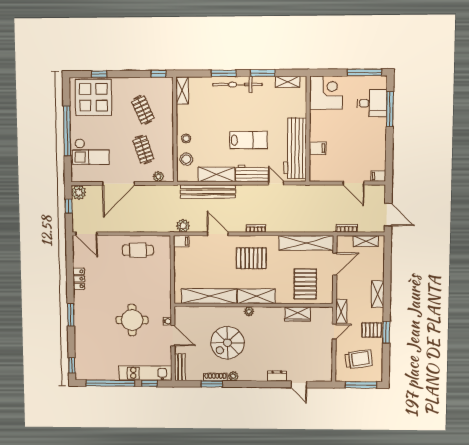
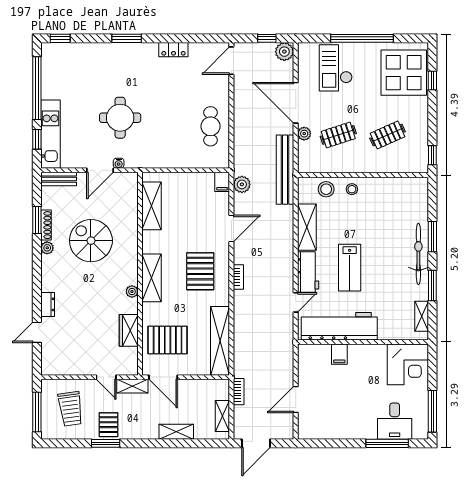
shelving: (182, 91) -> (412, 185), removed
filing cabinet: (378, 176) -> (304, 430), removed
plant: (158, 177) -> (304, 134), moved
bench: (208, 192) -> (285, 170), moved
door: (335, 264) -> (163, 377), moved
shelving: (378, 294) -> (176, 432), moved
shelving: (209, 296) -> (152, 206), width x0.68
plant: (249, 311) -> (132, 292), moved

